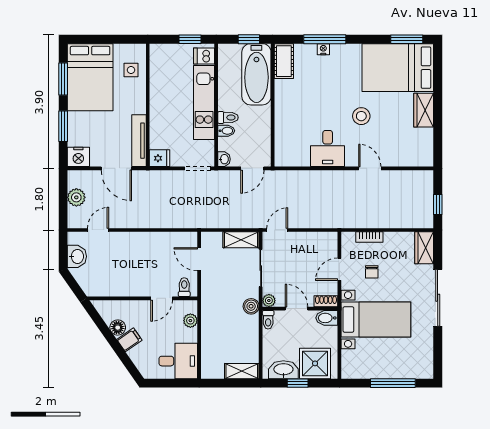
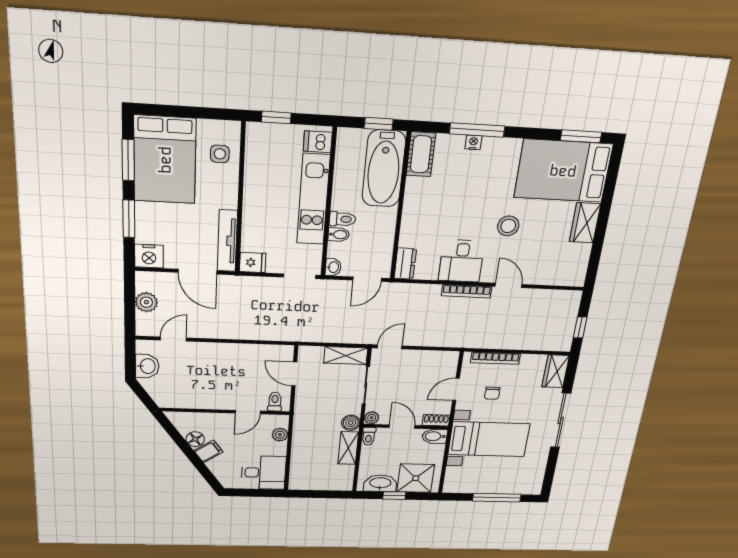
window: (190, 39) -> (276, 117), moved
dresser: (282, 153) -> (405, 264), added
bookcase: (336, 175) -> (467, 291), added
bookcase: (369, 237) -> (495, 358), width x1.56
shelving: (242, 371) -> (348, 448), moved, turned 90

